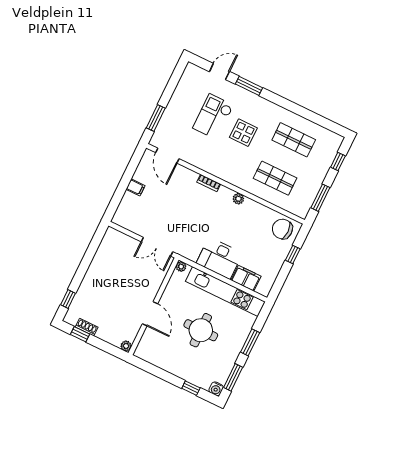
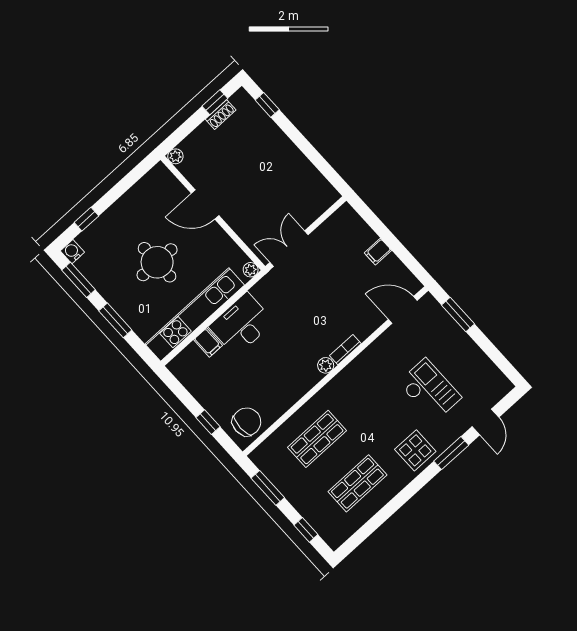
display table: (243, 133) -> (415, 450), moved
plant: (238, 199) -> (326, 365), moved
filing cabinet: (246, 278) -> (208, 343), width x0.50

